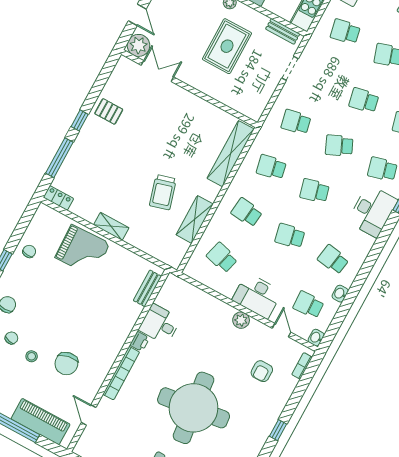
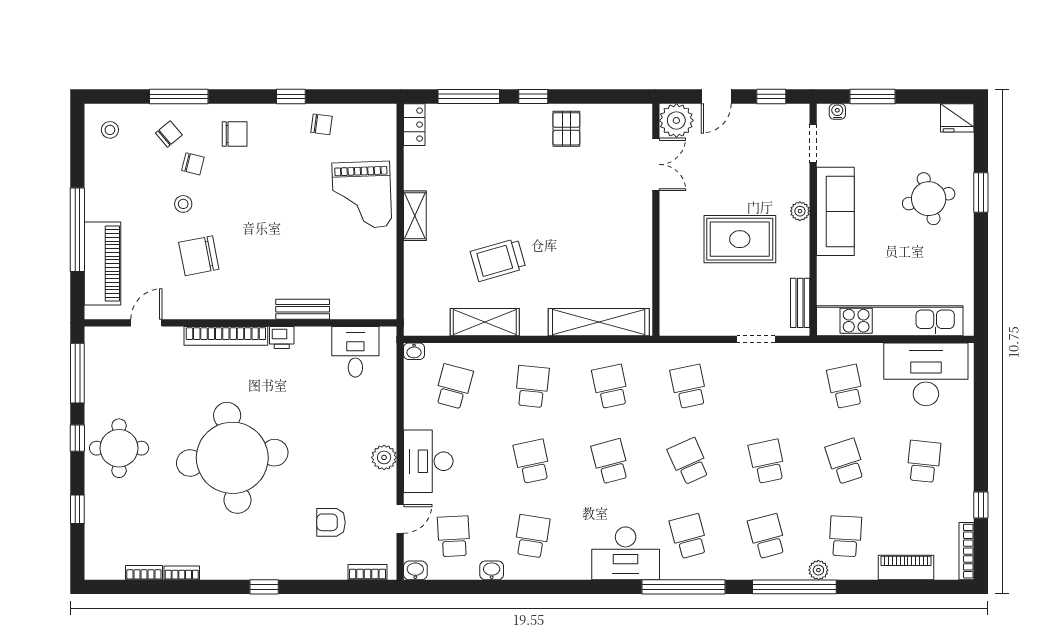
washbasin: (189, 269) -> (414, 351), added
bench: (147, 288) -> (303, 309), moved
desk: (160, 324) -> (355, 352), moved

